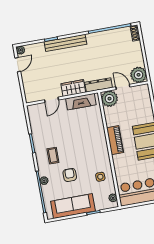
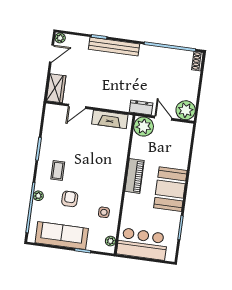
dresser: (99, 85) -> (141, 108), width x0.70
wardrobe: (73, 88) -> (56, 88), moved, turned 90

